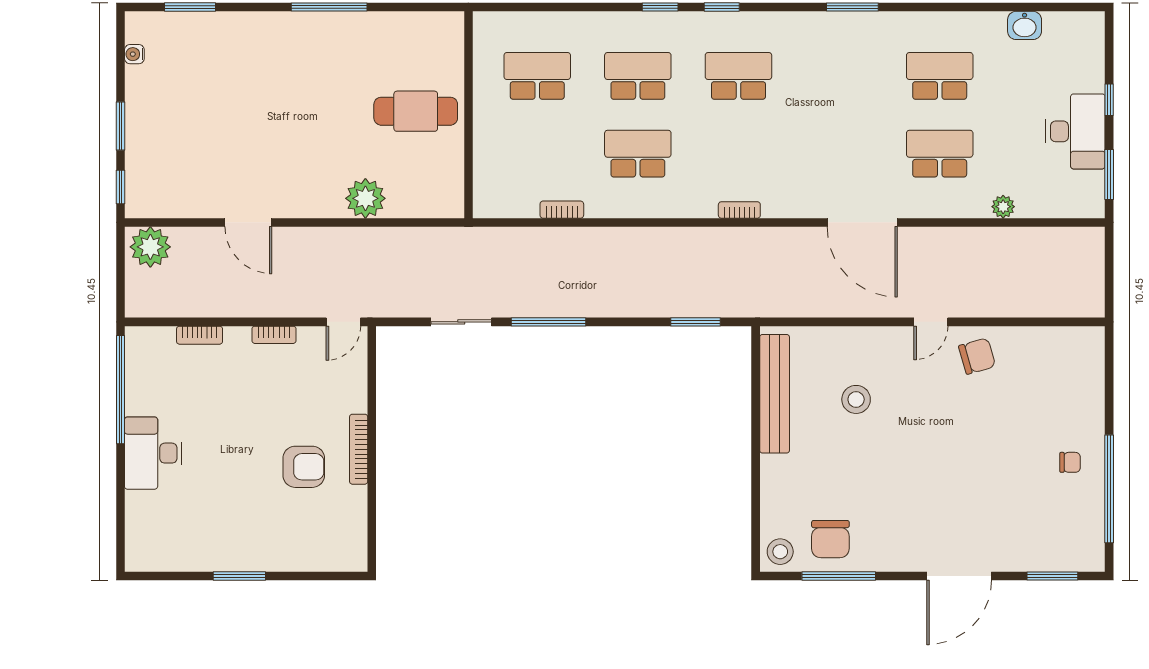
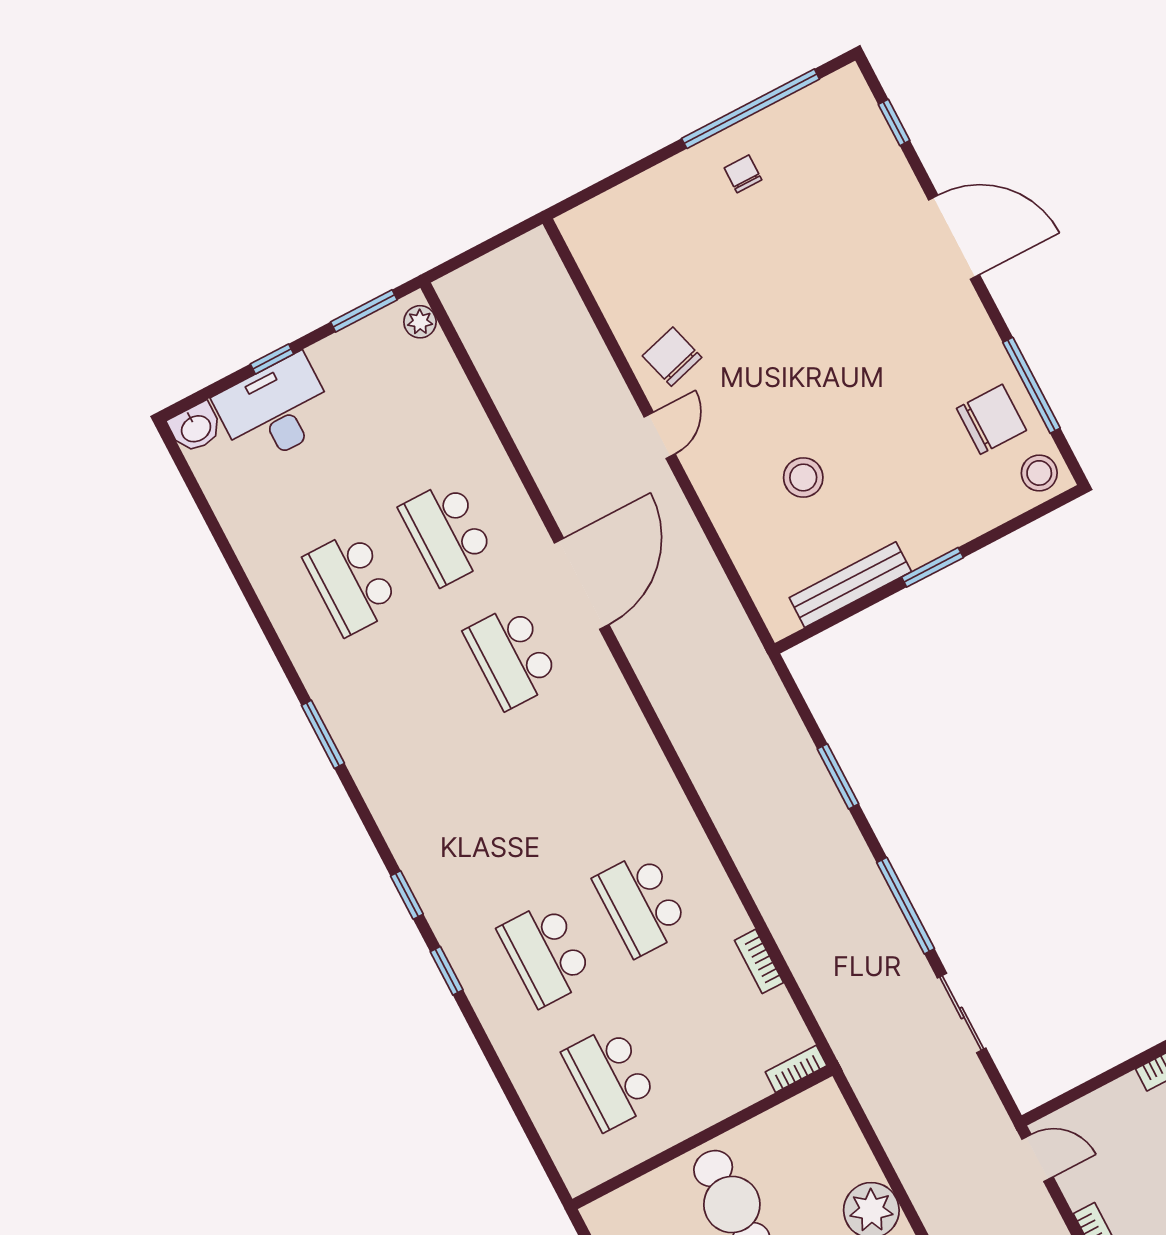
washbasin: (1025, 25) -> (196, 428), moved, turned 90
school desk: (738, 76) -> (512, 656), moved
desk: (1075, 131) -> (275, 410), moved
plant: (1003, 207) -> (420, 322), moved
bookcase: (739, 210) -> (796, 1069), moved, turned 90
window: (696, 322) -> (838, 776), moved
door: (931, 322) -> (660, 435), hinge flipped
bench: (775, 394) -> (850, 585), width x0.73, depth x0.82
window: (756, 452) -> (932, 567), added
window: (1052, 576) -> (894, 122), width x0.67

